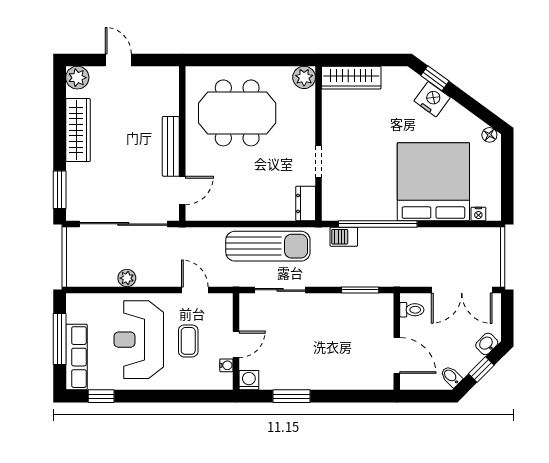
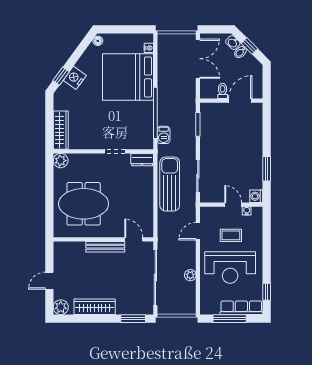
meeting table: (237, 113) -> (84, 204), turned 90
toilet: (412, 310) -> (223, 91), moved
bidet: (451, 376) -> (240, 52), moved

